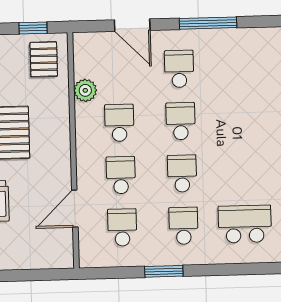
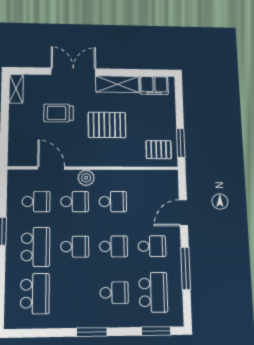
window: (33, 28) -> (181, 143), width x1.50
school desk: (240, 67) -> (153, 292), added
plant: (85, 90) -> (86, 178), moved
school desk: (242, 119) -> (114, 293), added
school desk: (183, 226) -> (35, 247), width x1.85

